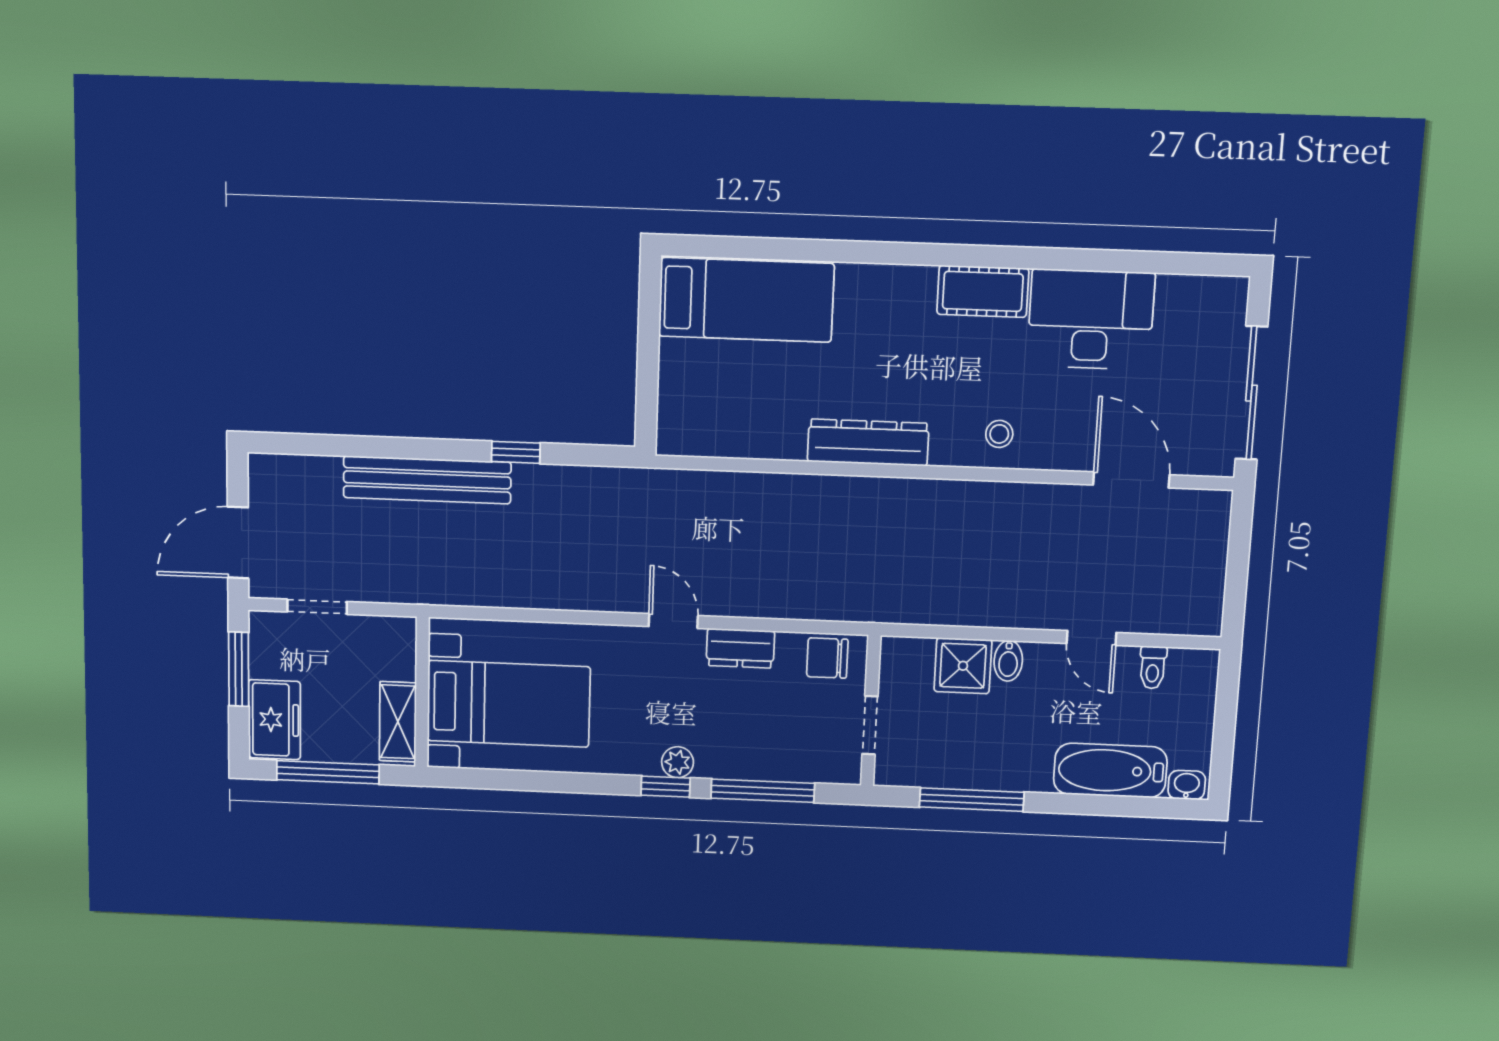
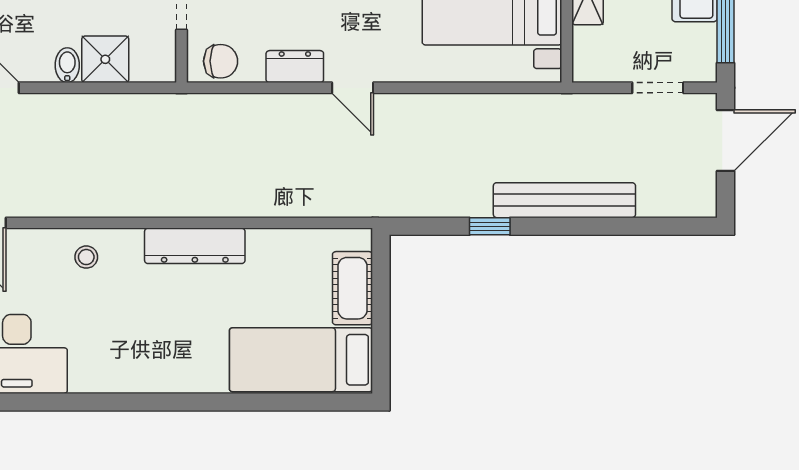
cot: (983, 291) -> (352, 288), moved, turned 90

